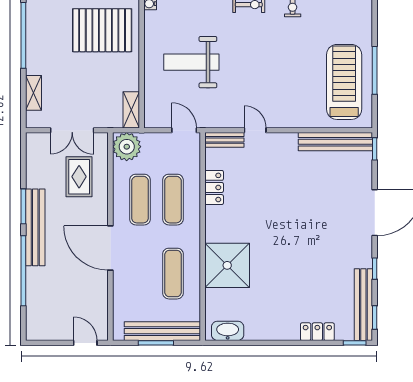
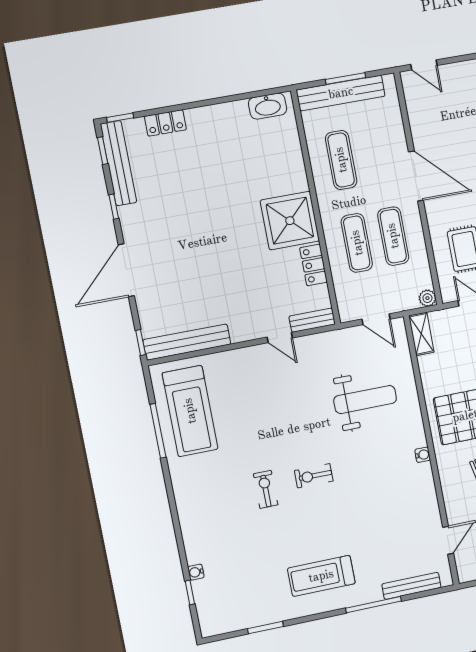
door: (184, 130) -> (376, 319), moved
plant: (127, 147) -> (427, 298), width x0.53, depth x0.53
shower: (227, 265) -> (290, 221), moved

